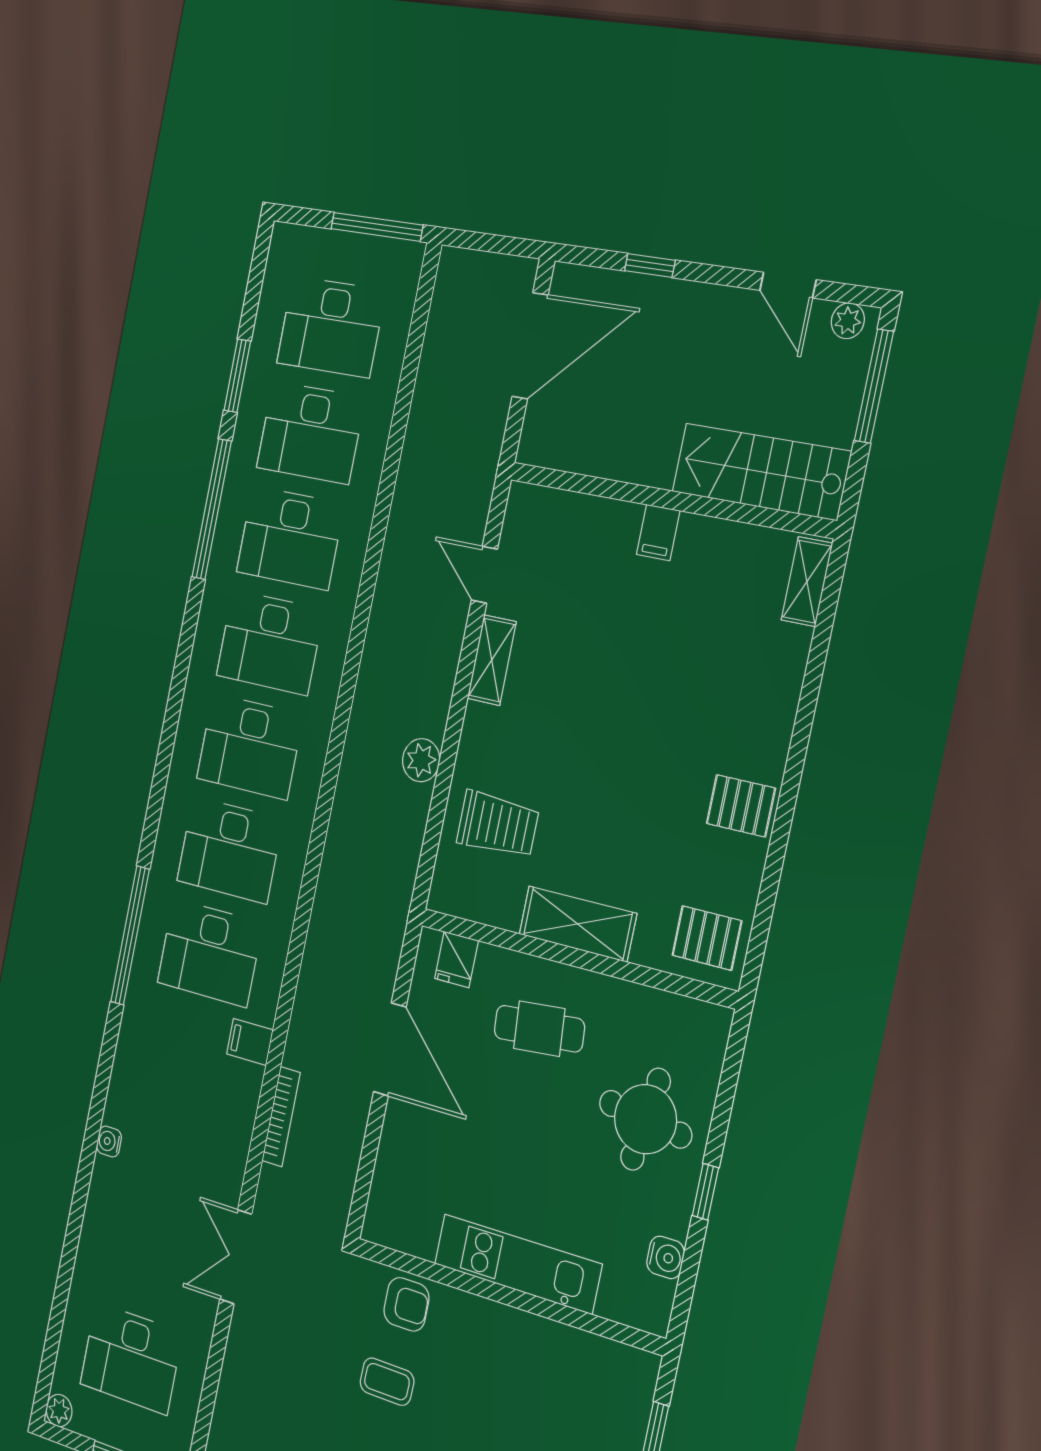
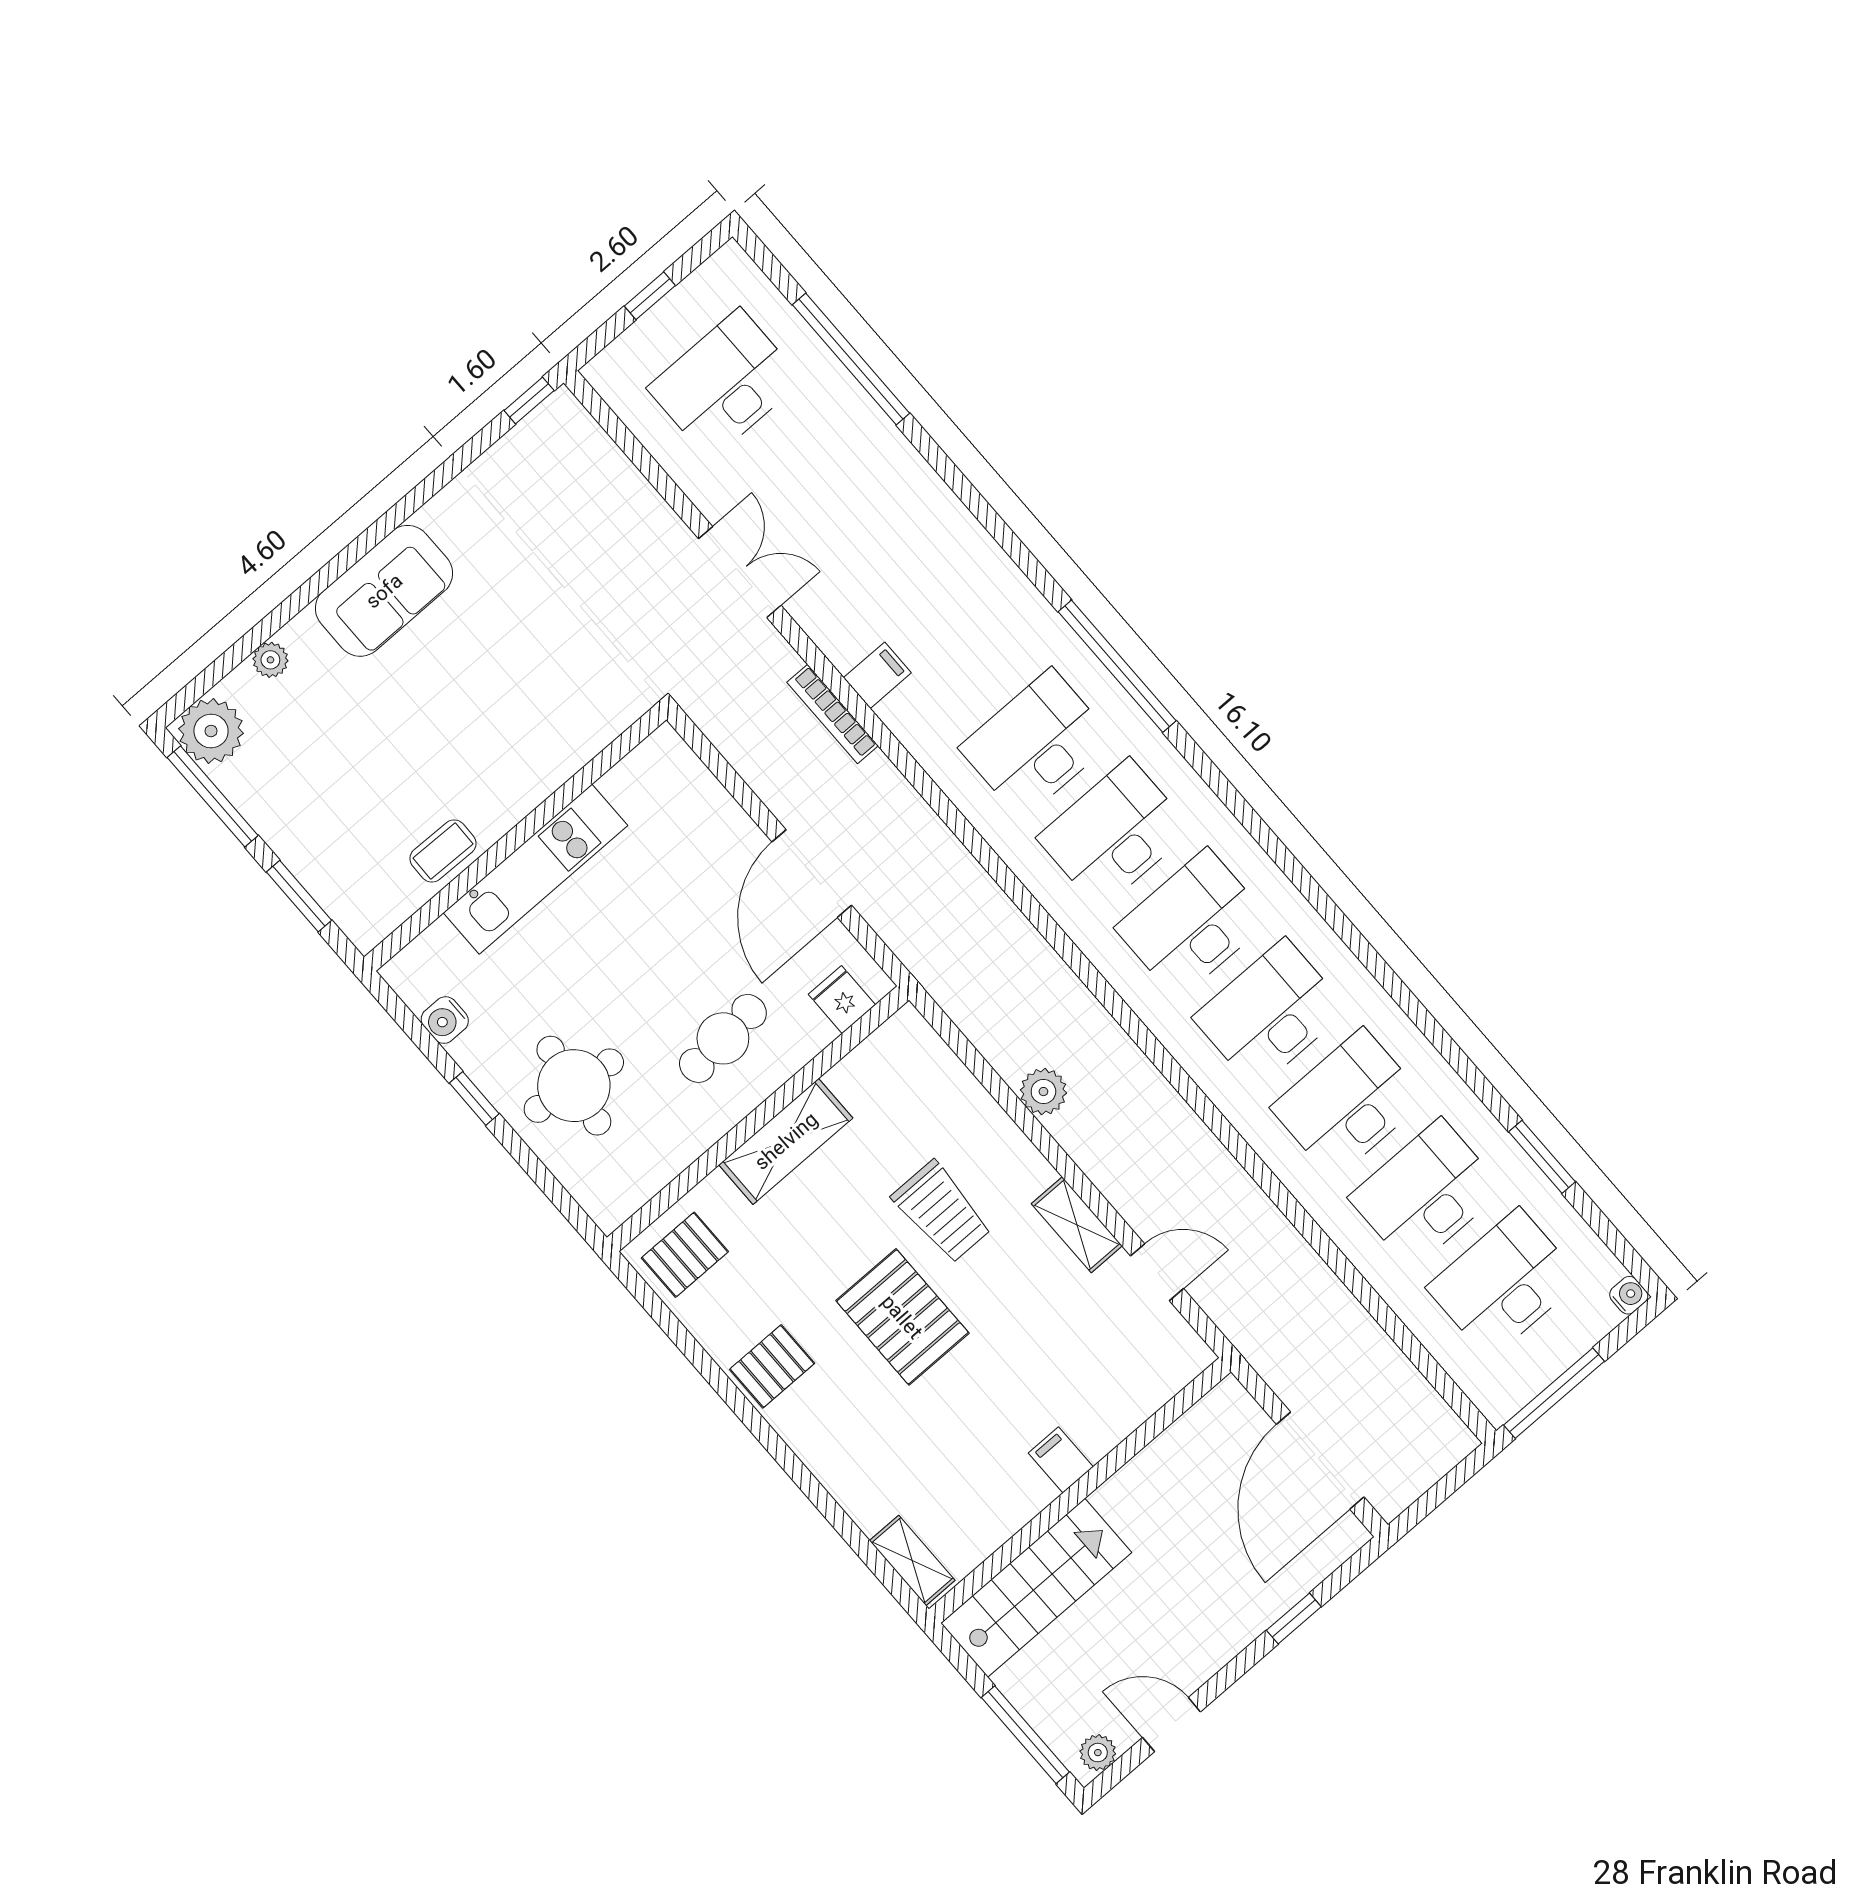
window: (212, 509) -> (851, 359), moved
pallet: (639, 735) -> (902, 1317), added
trolley: (498, 825) -> (942, 1212), moved, turned -90
filing cabinet: (250, 1042) -> (877, 675), moved
door: (390, 1049) -> (812, 874), hinge flipped
water cooler: (109, 1142) -> (1629, 1295), moved
armchair: (406, 1304) -> (576, 728), removed
coffee table: (387, 1382) -> (443, 851), moved
plant: (59, 1411) -> (731, 262), removed

